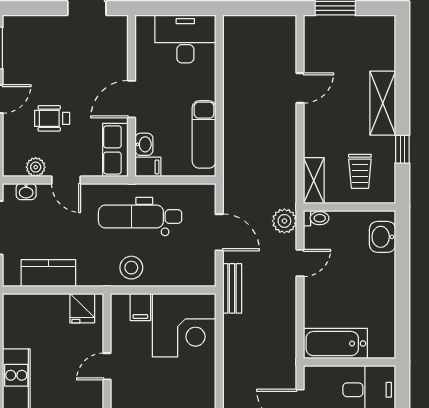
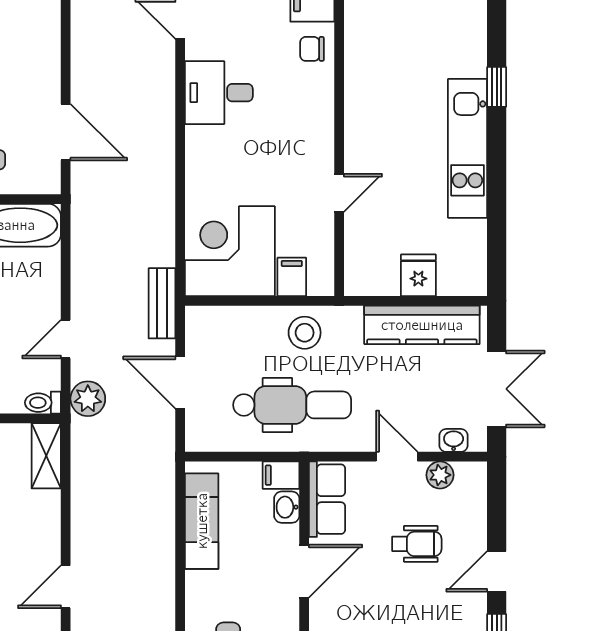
kitchen counter: (48, 273) -> (422, 325), width x1.50
fridge: (82, 308) -> (418, 275), moved

